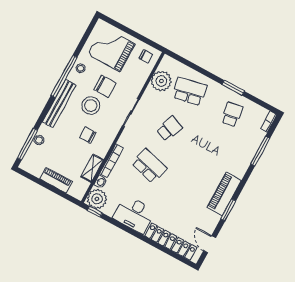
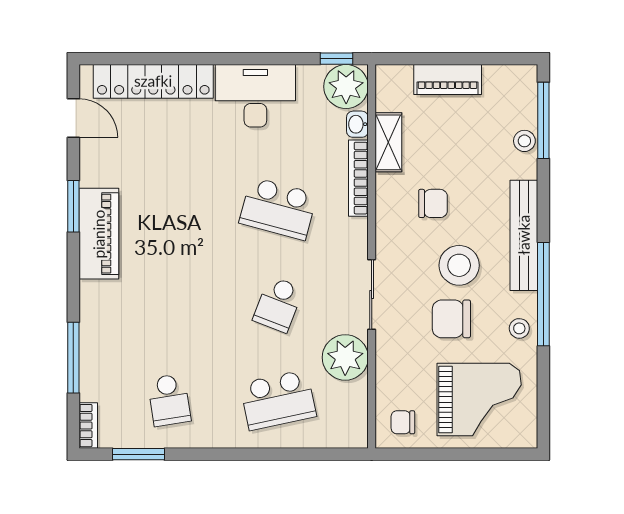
plant: (161, 81) -> (345, 357), moved
window: (233, 88) -> (138, 454), moved

